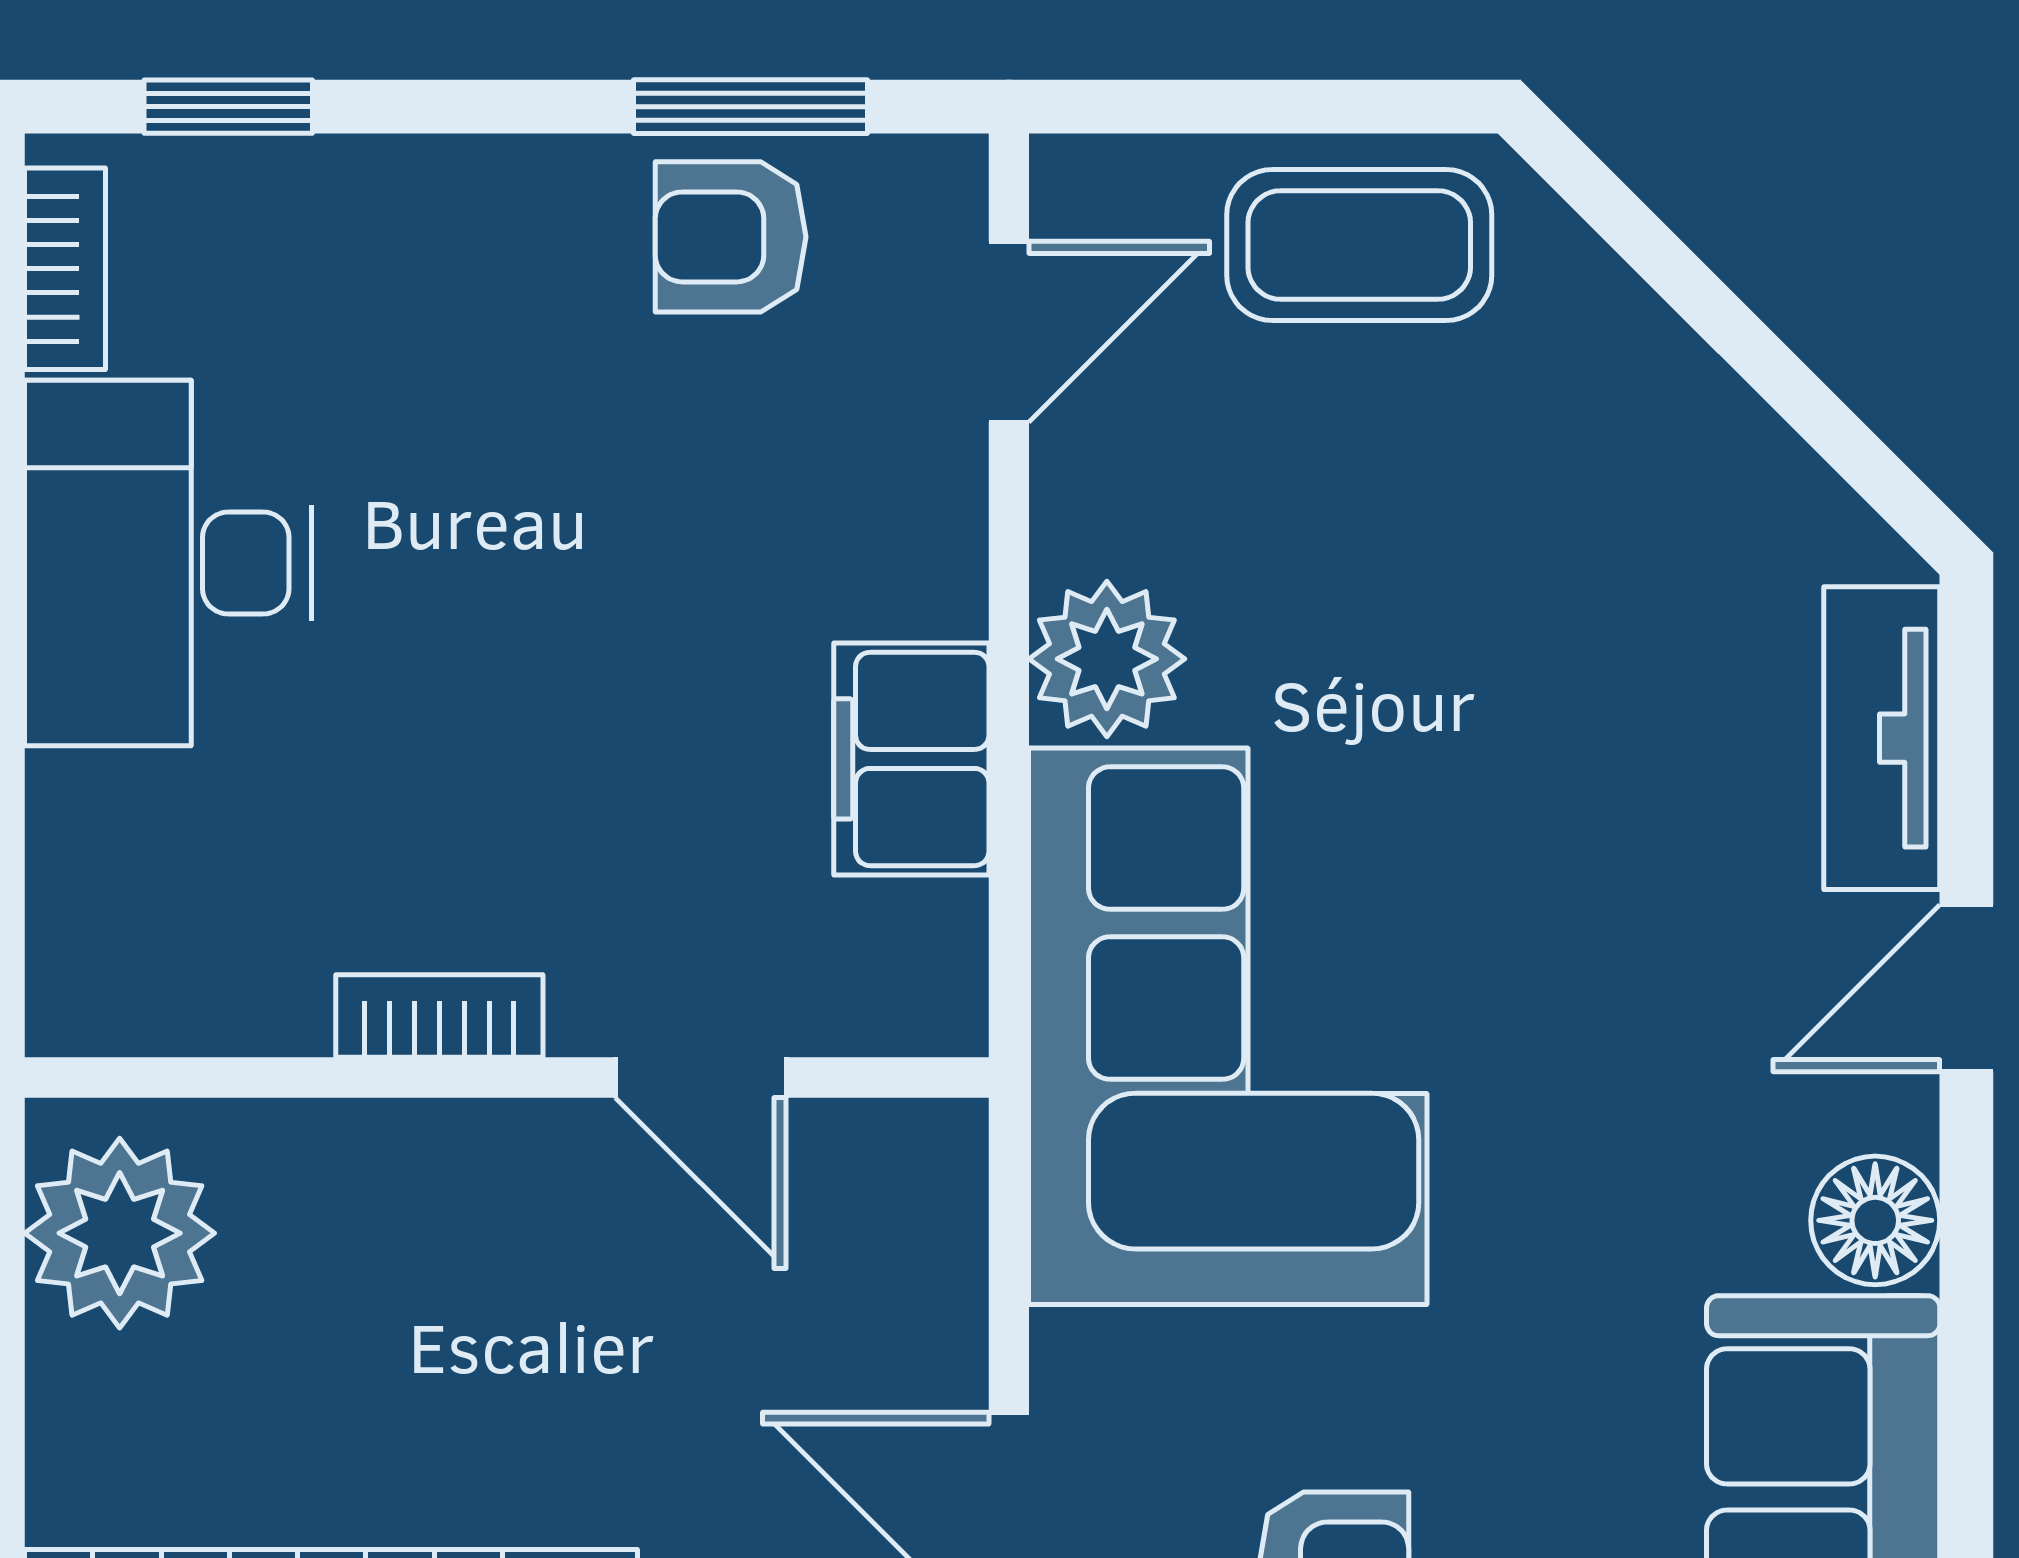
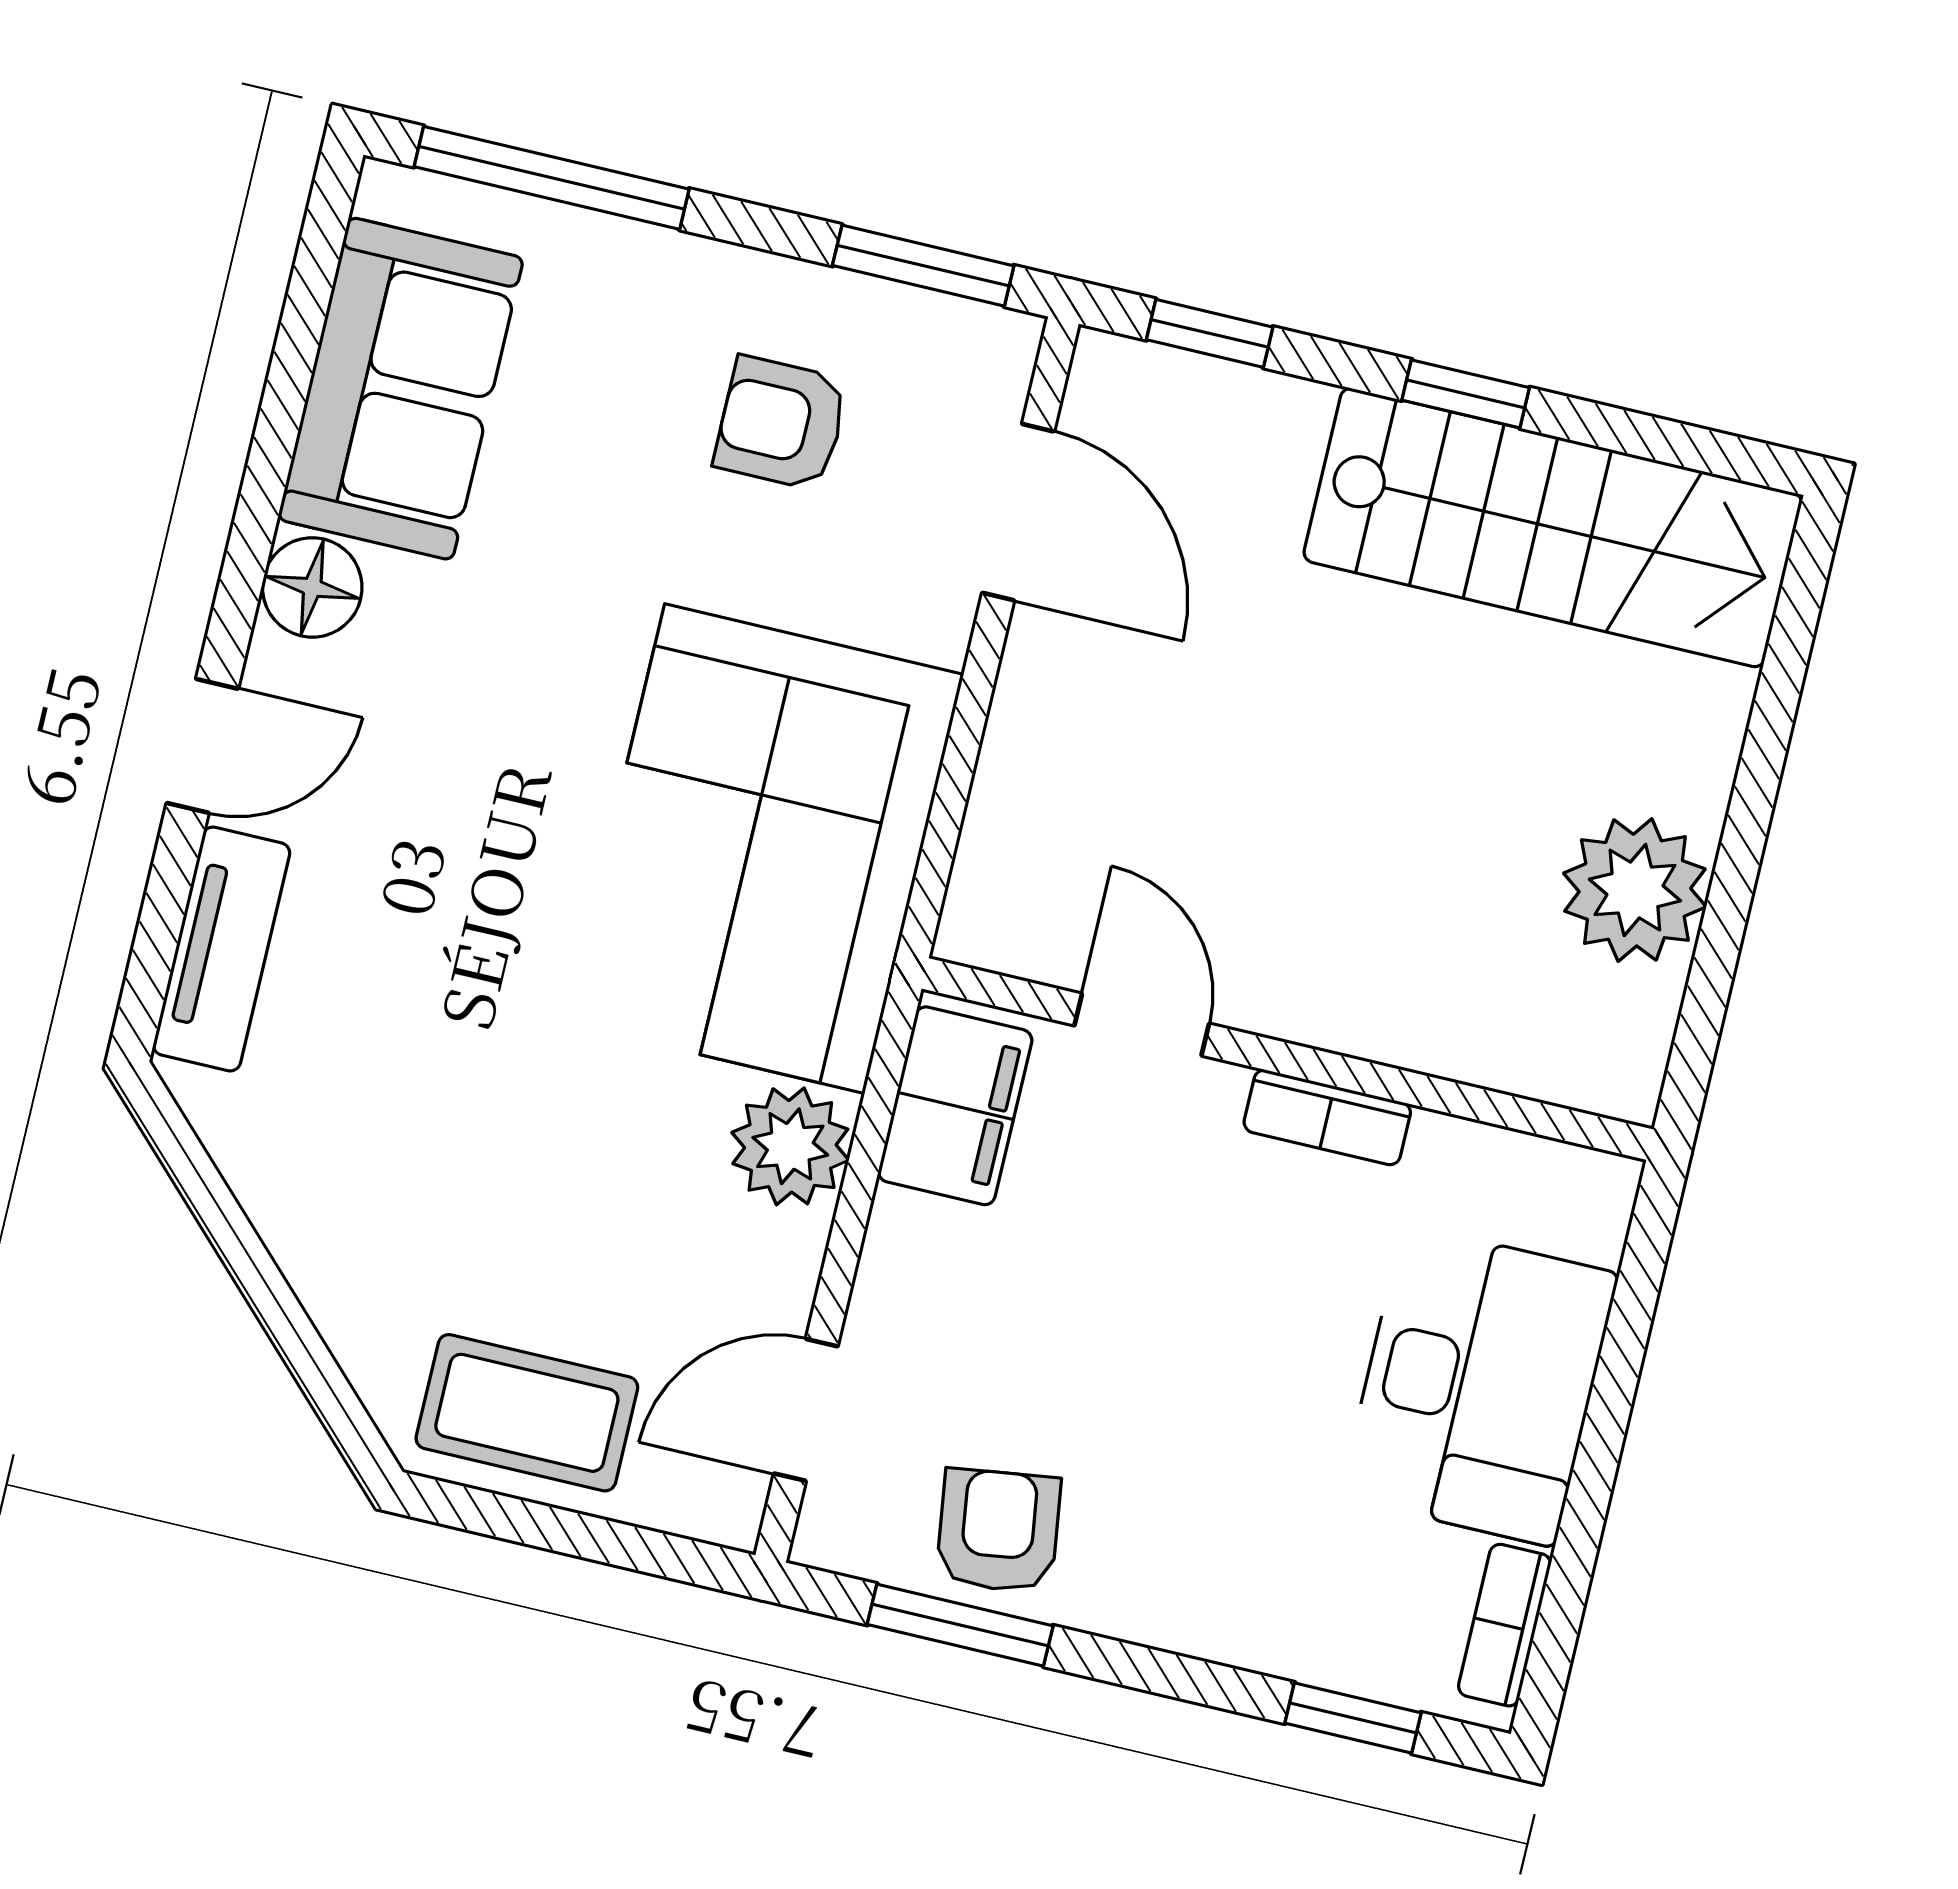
armchair: (731, 237) -> (998, 1531), turned -98
bookcase: (439, 1016) -> (1327, 1117), moved
wall: (507, 1078) -> (1288, 1059), moved
door: (701, 1078) -> (1142, 1025), moved

